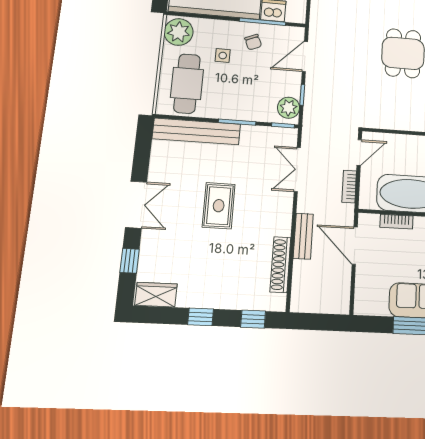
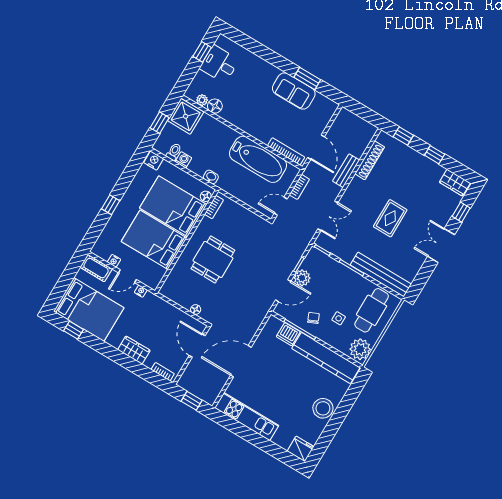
plant: (289, 108) -> (302, 278), moved
bookcase: (396, 222) -> (286, 151), width x1.56

